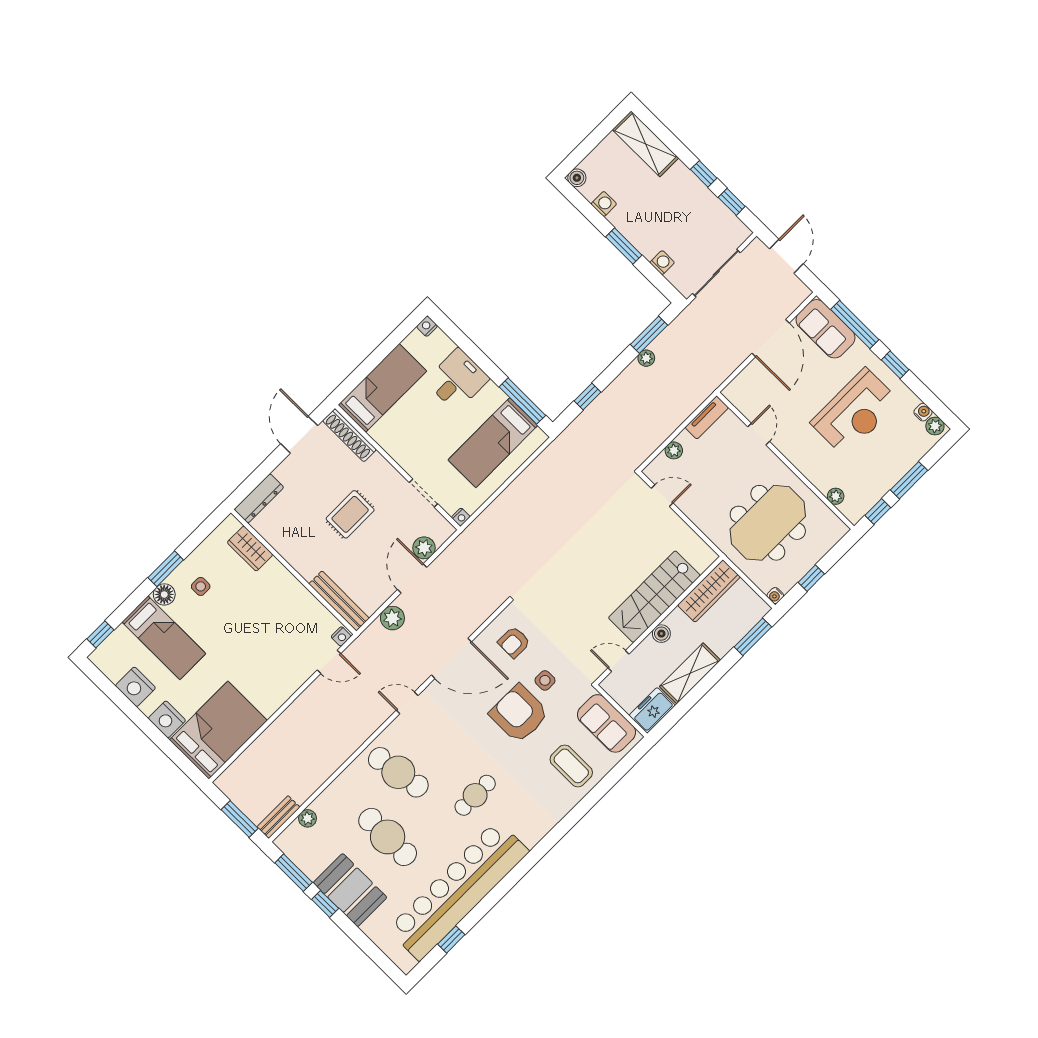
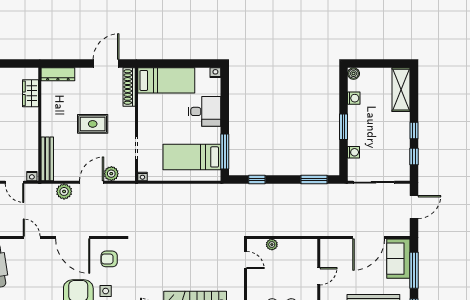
plant: (646, 358) -> (302, 189), removed
tv unit: (707, 417) -> (302, 245), removed

